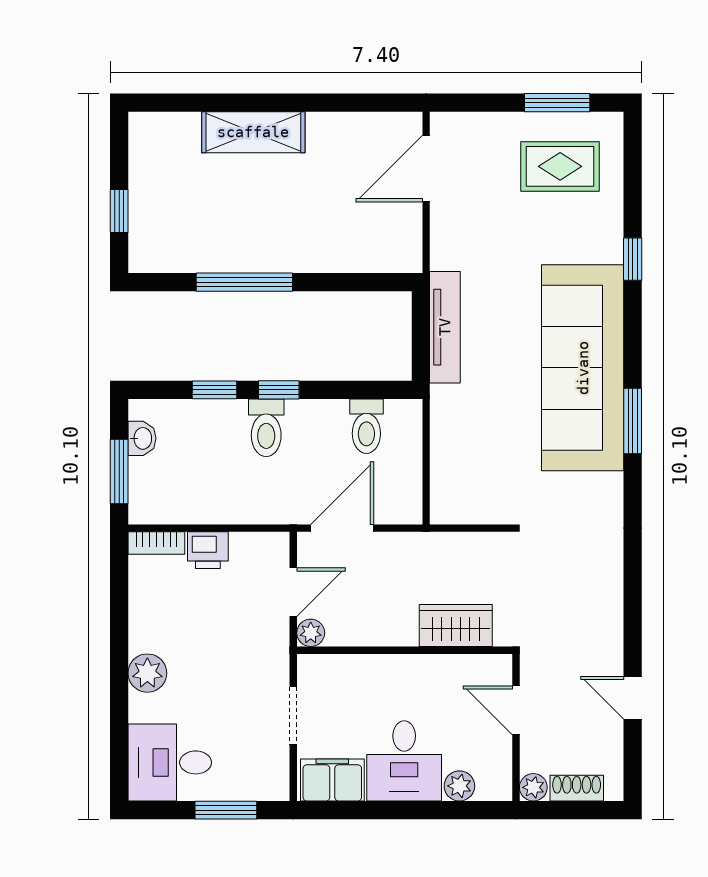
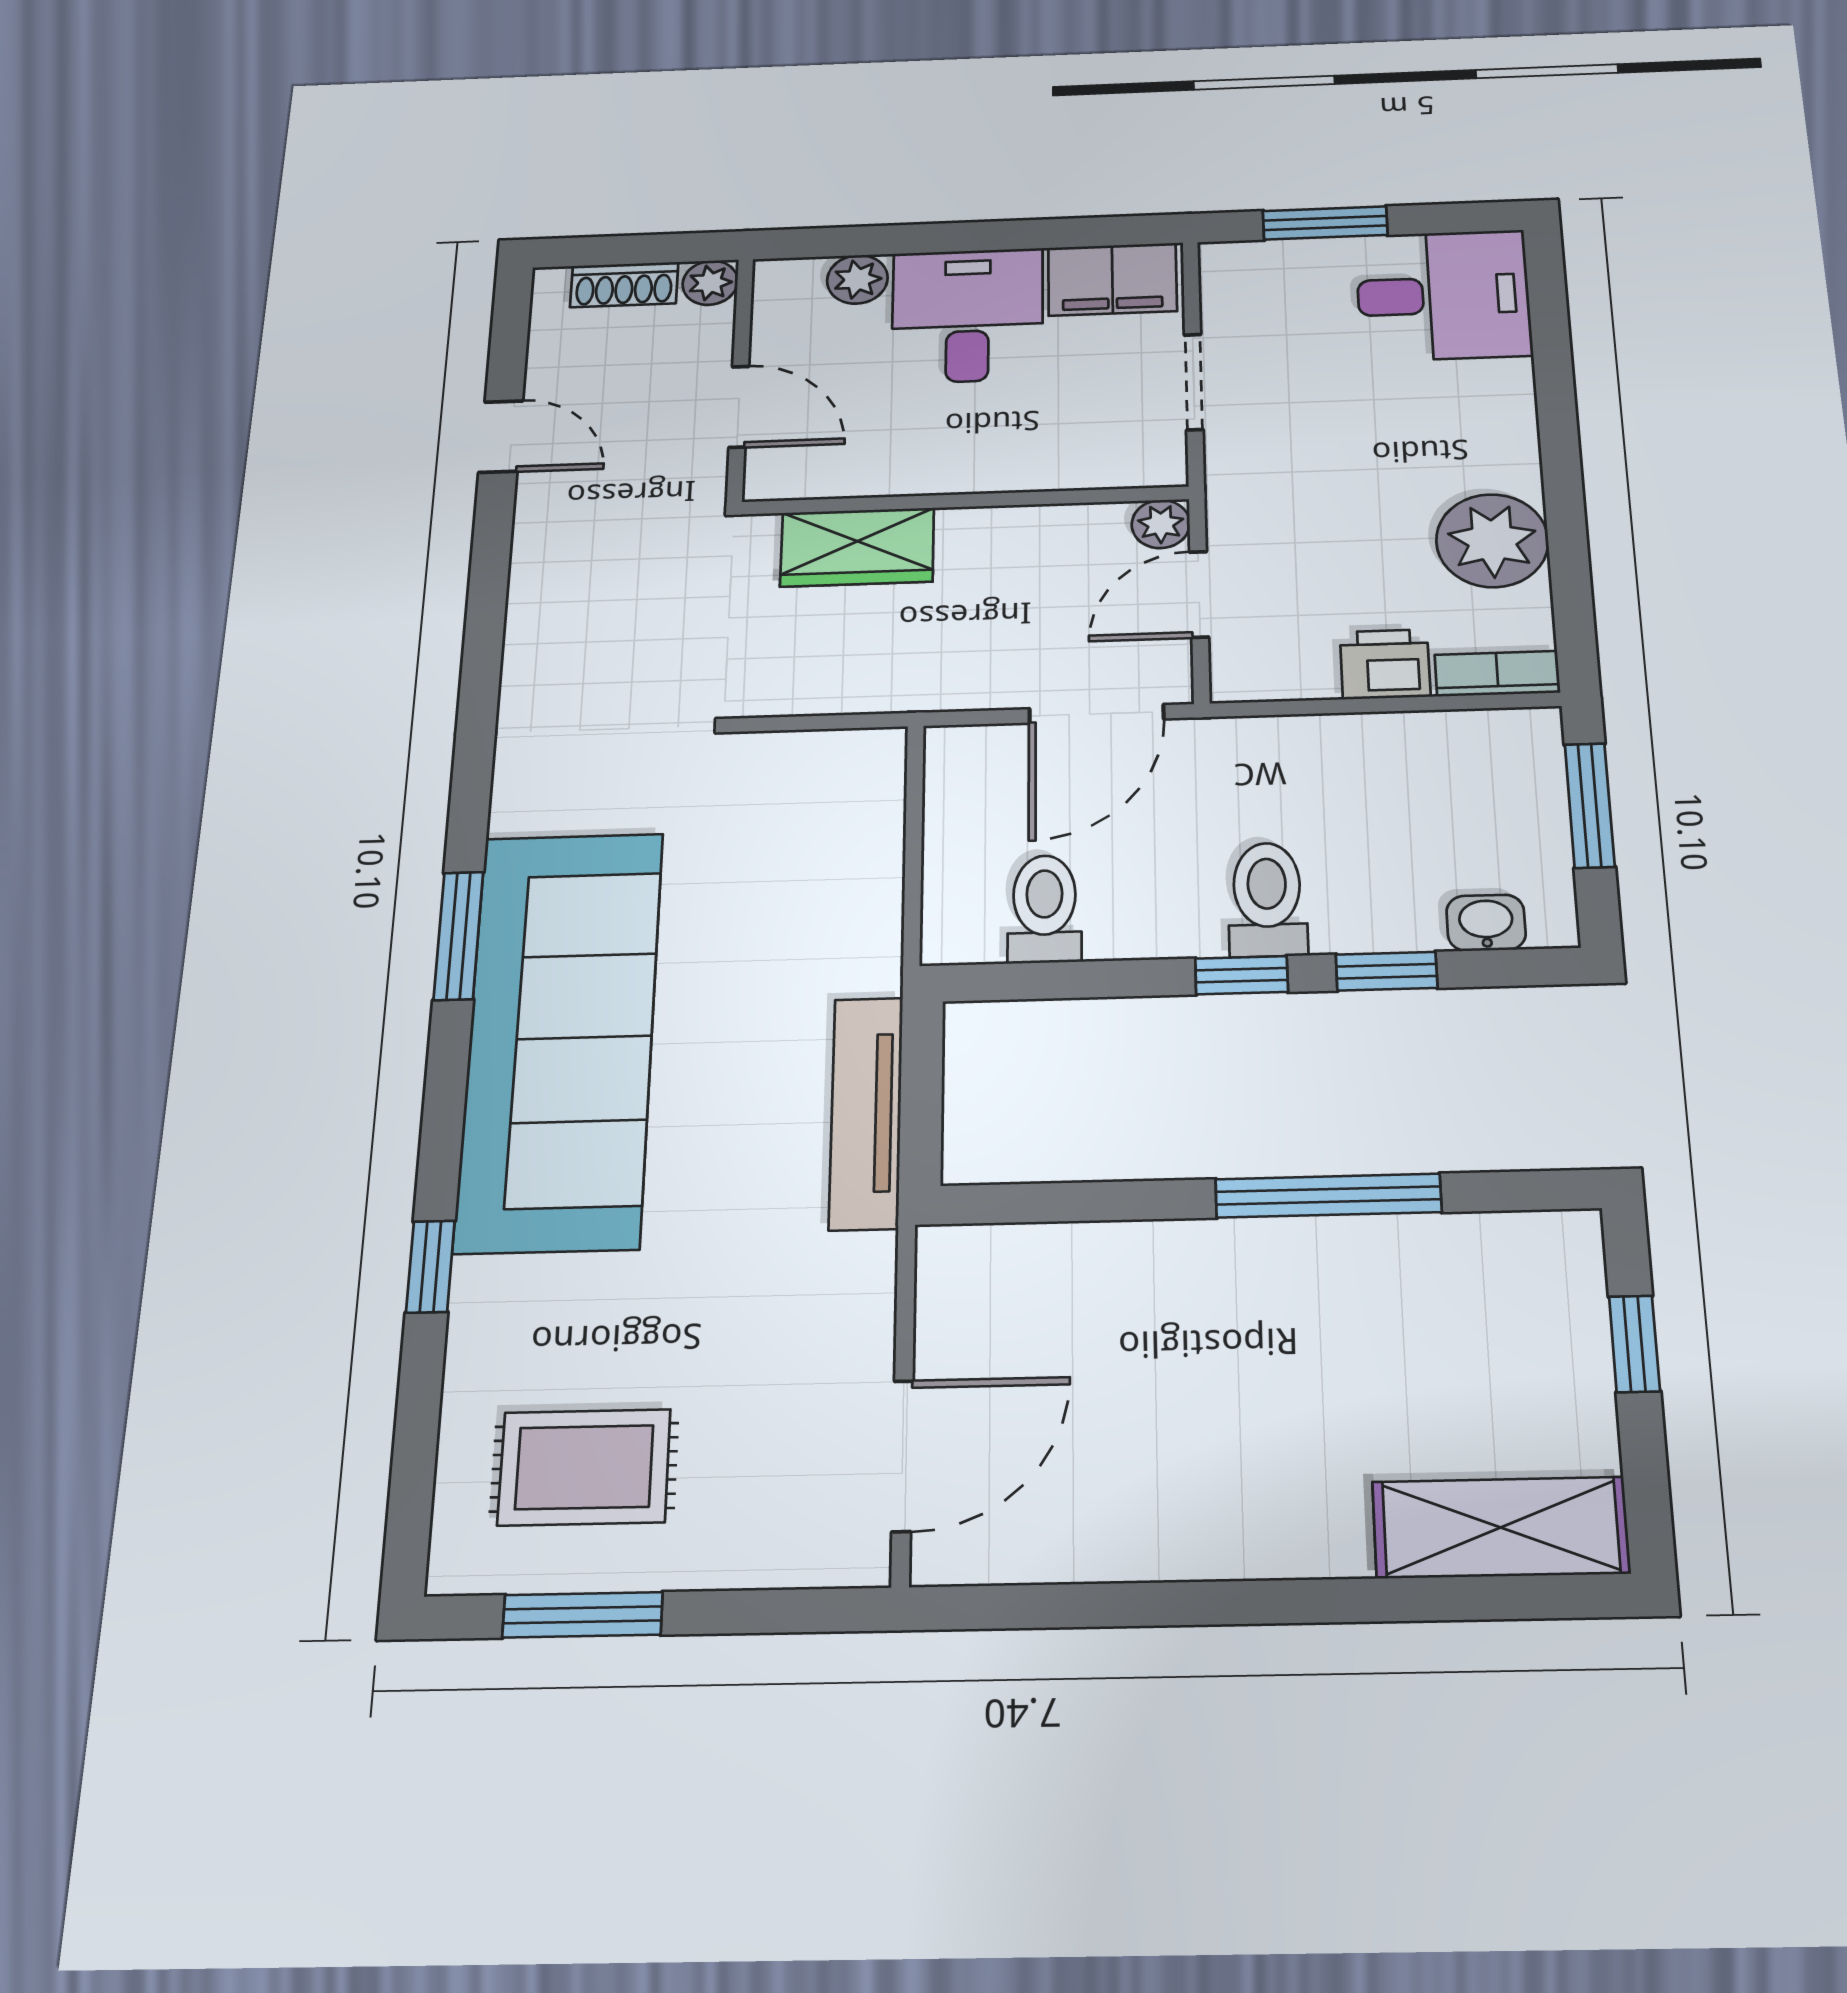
shelving: (253, 132) -> (1501, 1528), moved
washbasin: (142, 438) -> (1486, 923), moved, turned 90
plant: (147, 673) -> (1492, 541), moved, width x1.36, depth x1.36

